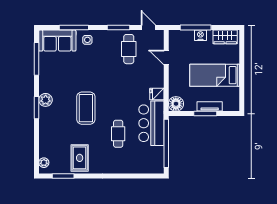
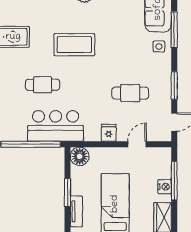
cafe table: (129, 49) -> (130, 93), moved
fridge: (157, 94) -> (109, 133), moved
tv unit: (210, 106) -> (76, 211), moved

